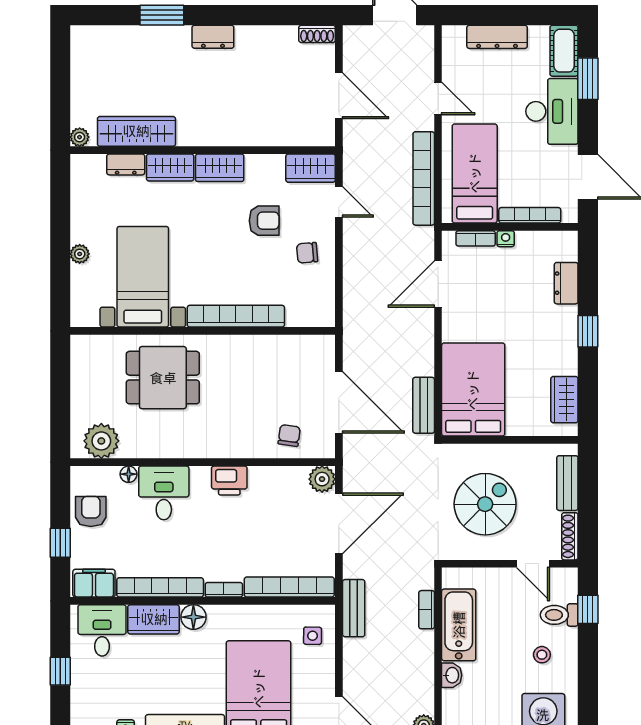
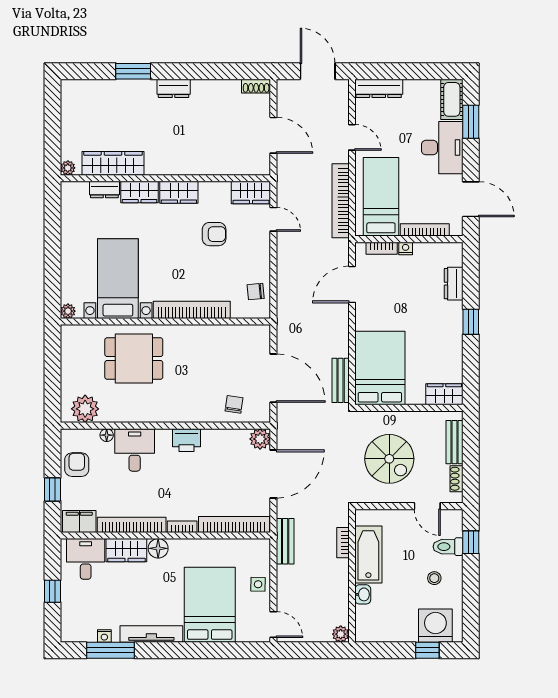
dresser: (497, 37) -> (379, 88), moved
chair: (307, 253) -> (256, 292), moved
plant: (80, 254) -> (68, 311), moved
wardrobe: (564, 400) -> (444, 394), moved, turned 90
spiral stairs: (485, 504) -> (389, 459), turned 90
shoe rack: (570, 536) -> (456, 479), width x0.70
side table: (313, 636) -> (258, 584), moved

